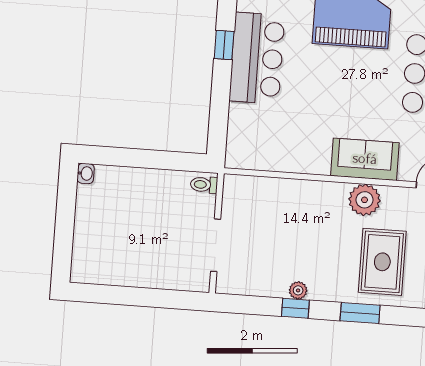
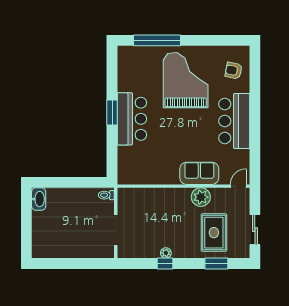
window: (224, 45) -> (112, 113), width x1.50
washbasin: (86, 173) -> (39, 199), width x1.91, depth x1.45
window: (360, 313) -> (216, 263), moved

